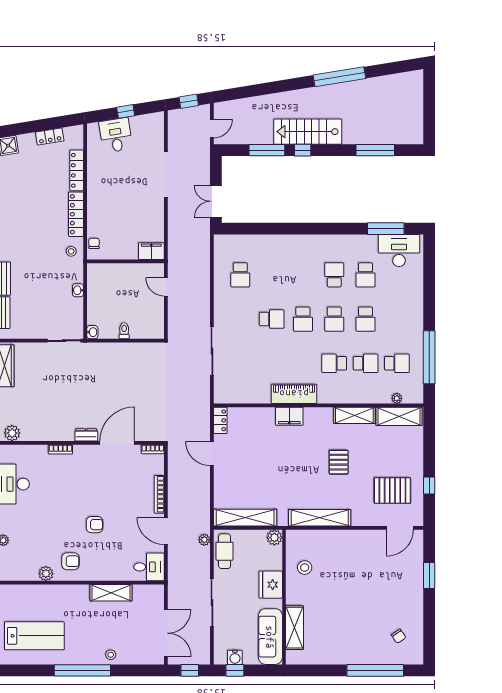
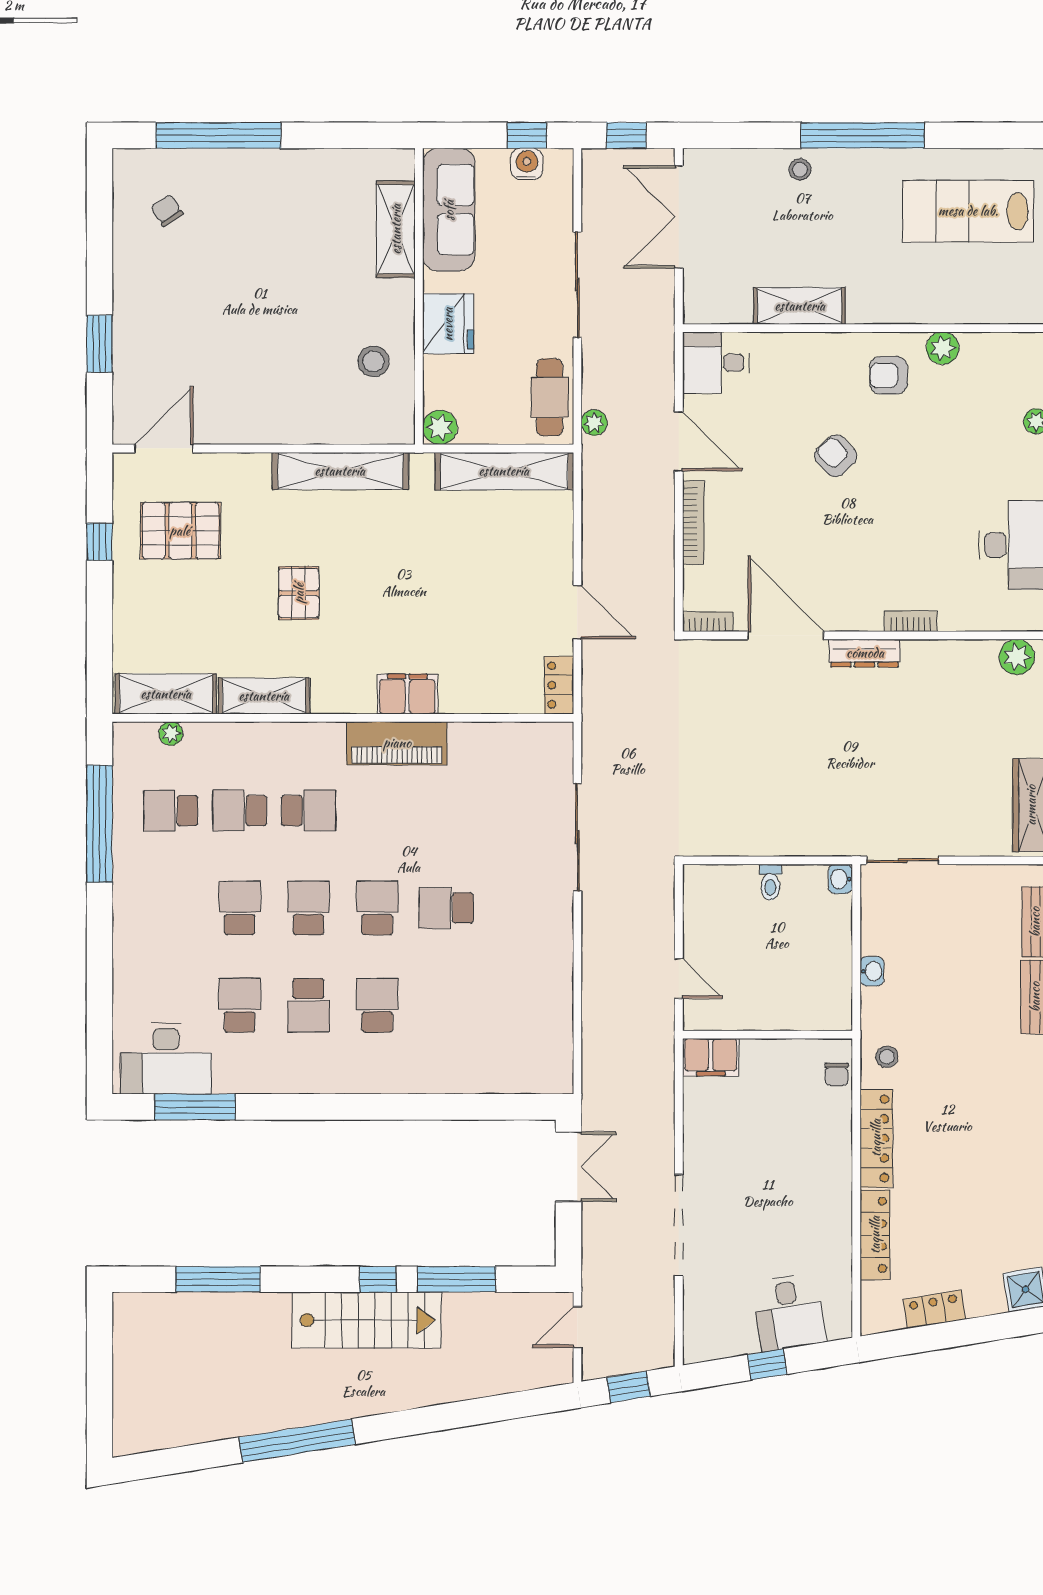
school desk: (240, 275) -> (377, 1005), moved
dresser: (86, 435) -> (865, 653), width x1.44
door: (117, 443) -> (786, 635), swing flipped
armchair: (95, 525) -> (836, 456), turned 47

